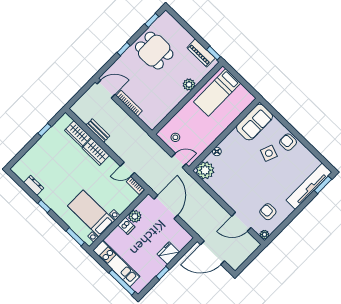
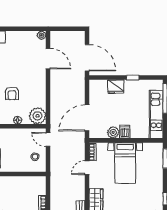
door: (127, 169) -> (87, 168), swing flipped
armchair: (268, 212) -> (12, 93), moved
bed with nightstands: (91, 213) -> (125, 163), moved

